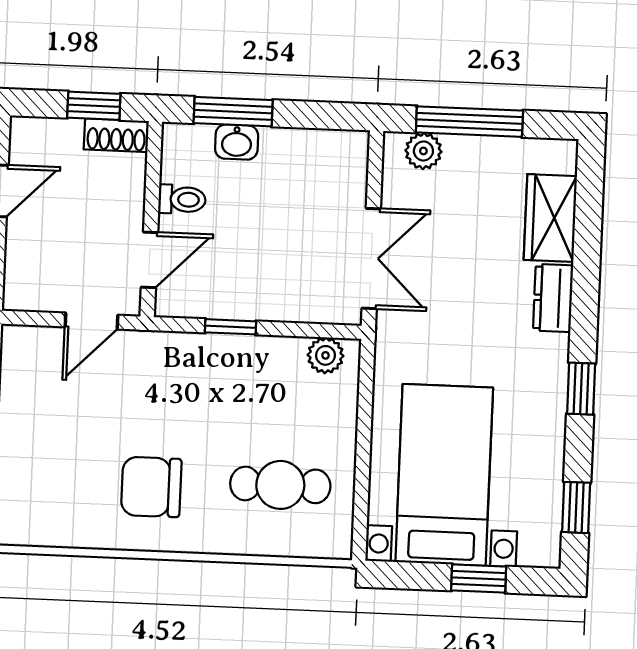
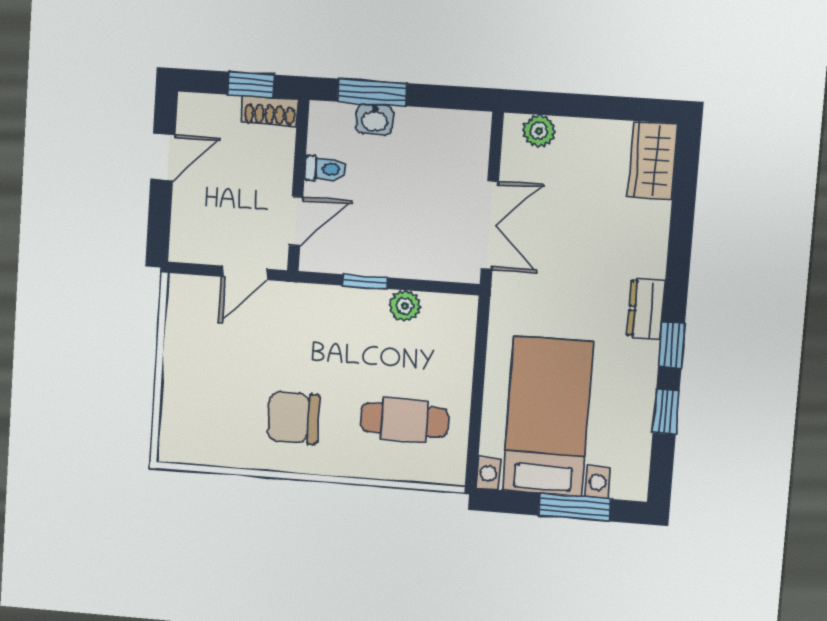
window: (469, 122) -> (581, 106), removed
wardrobe: (550, 218) -> (653, 161), moved
dresser: (553, 298) -> (646, 309), moved
plant: (325, 355) -> (405, 306), moved
window: (576, 507) -> (666, 412), moved
window: (479, 579) -> (575, 507), width x1.50

